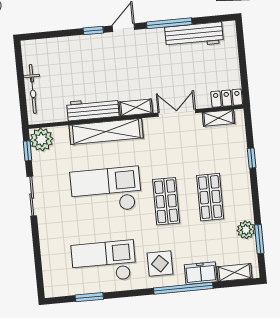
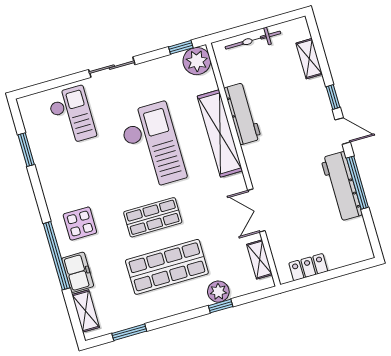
workbench: (194, 35) -> (342, 186), moved
locker: (227, 98) -> (308, 267), moved, turned -90
shelving: (136, 108) -> (309, 59), moved
double door: (177, 113) -> (256, 211), swing flipped
sliding door: (32, 196) -> (112, 67), moved
shop shelf: (210, 197) -> (167, 267), width x1.43, depth x1.36
plant: (246, 230) -> (218, 292), moved
checkout: (104, 262) -> (72, 115), moved, width x0.73, depth x0.83

